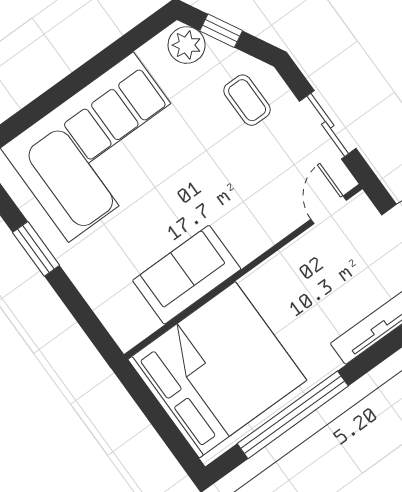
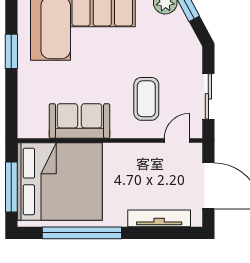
coffee table: (247, 100) -> (146, 99), moved, width x1.36, depth x1.30
window: (161, 421) -> (11, 187), added

